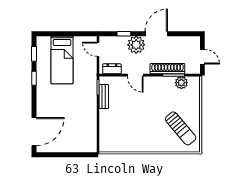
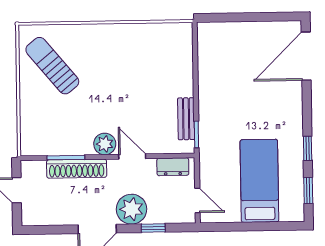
plant: (181, 83) -> (105, 144), moved

